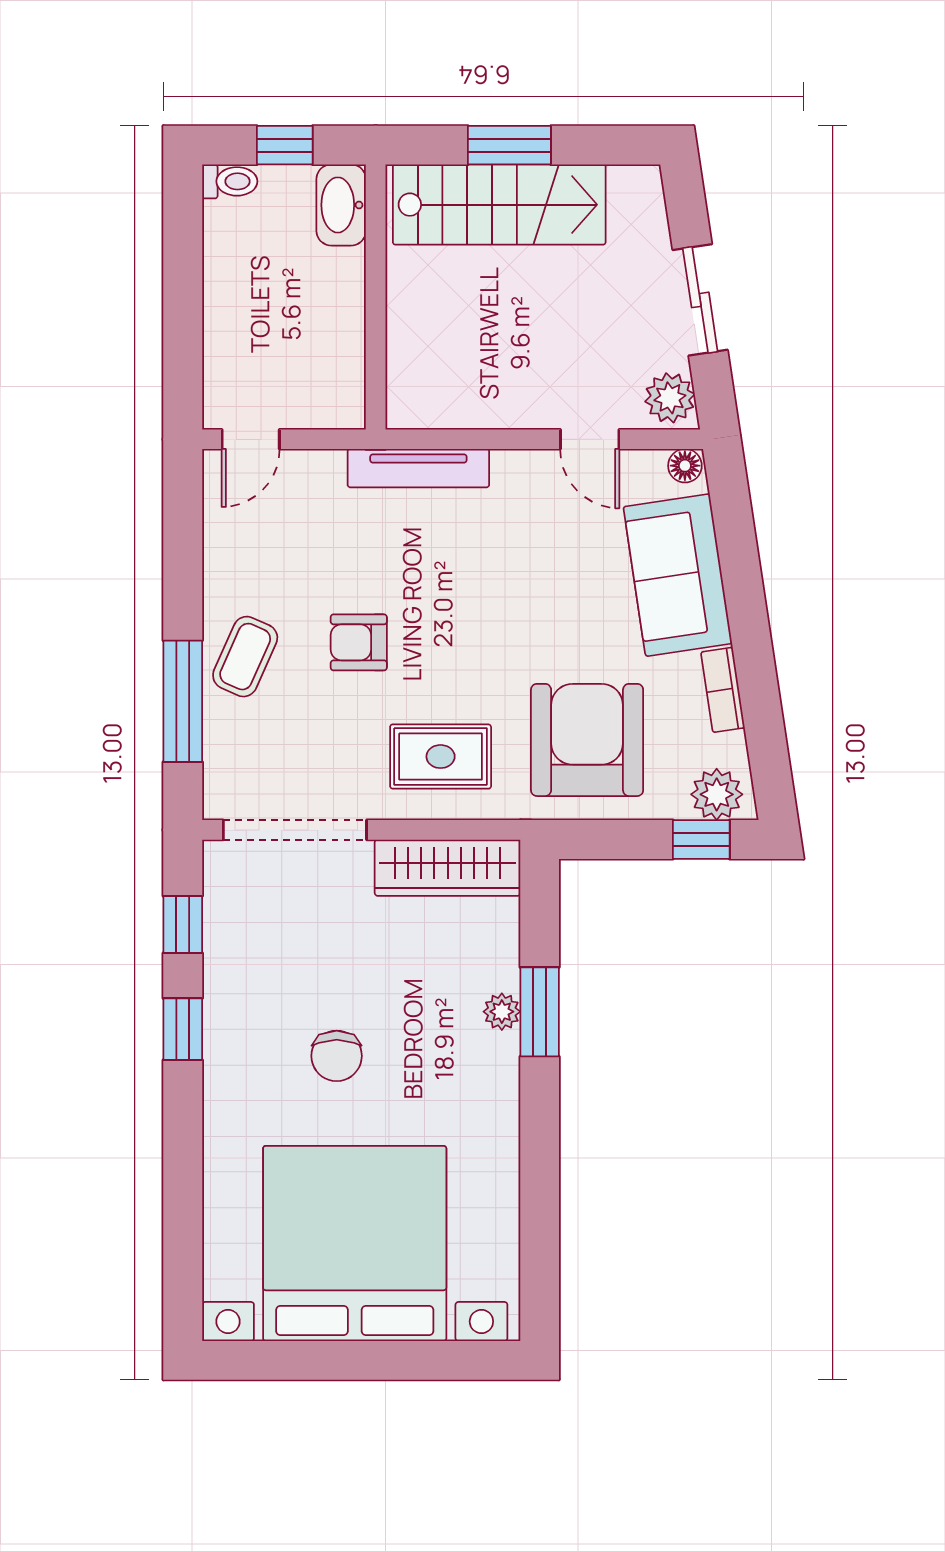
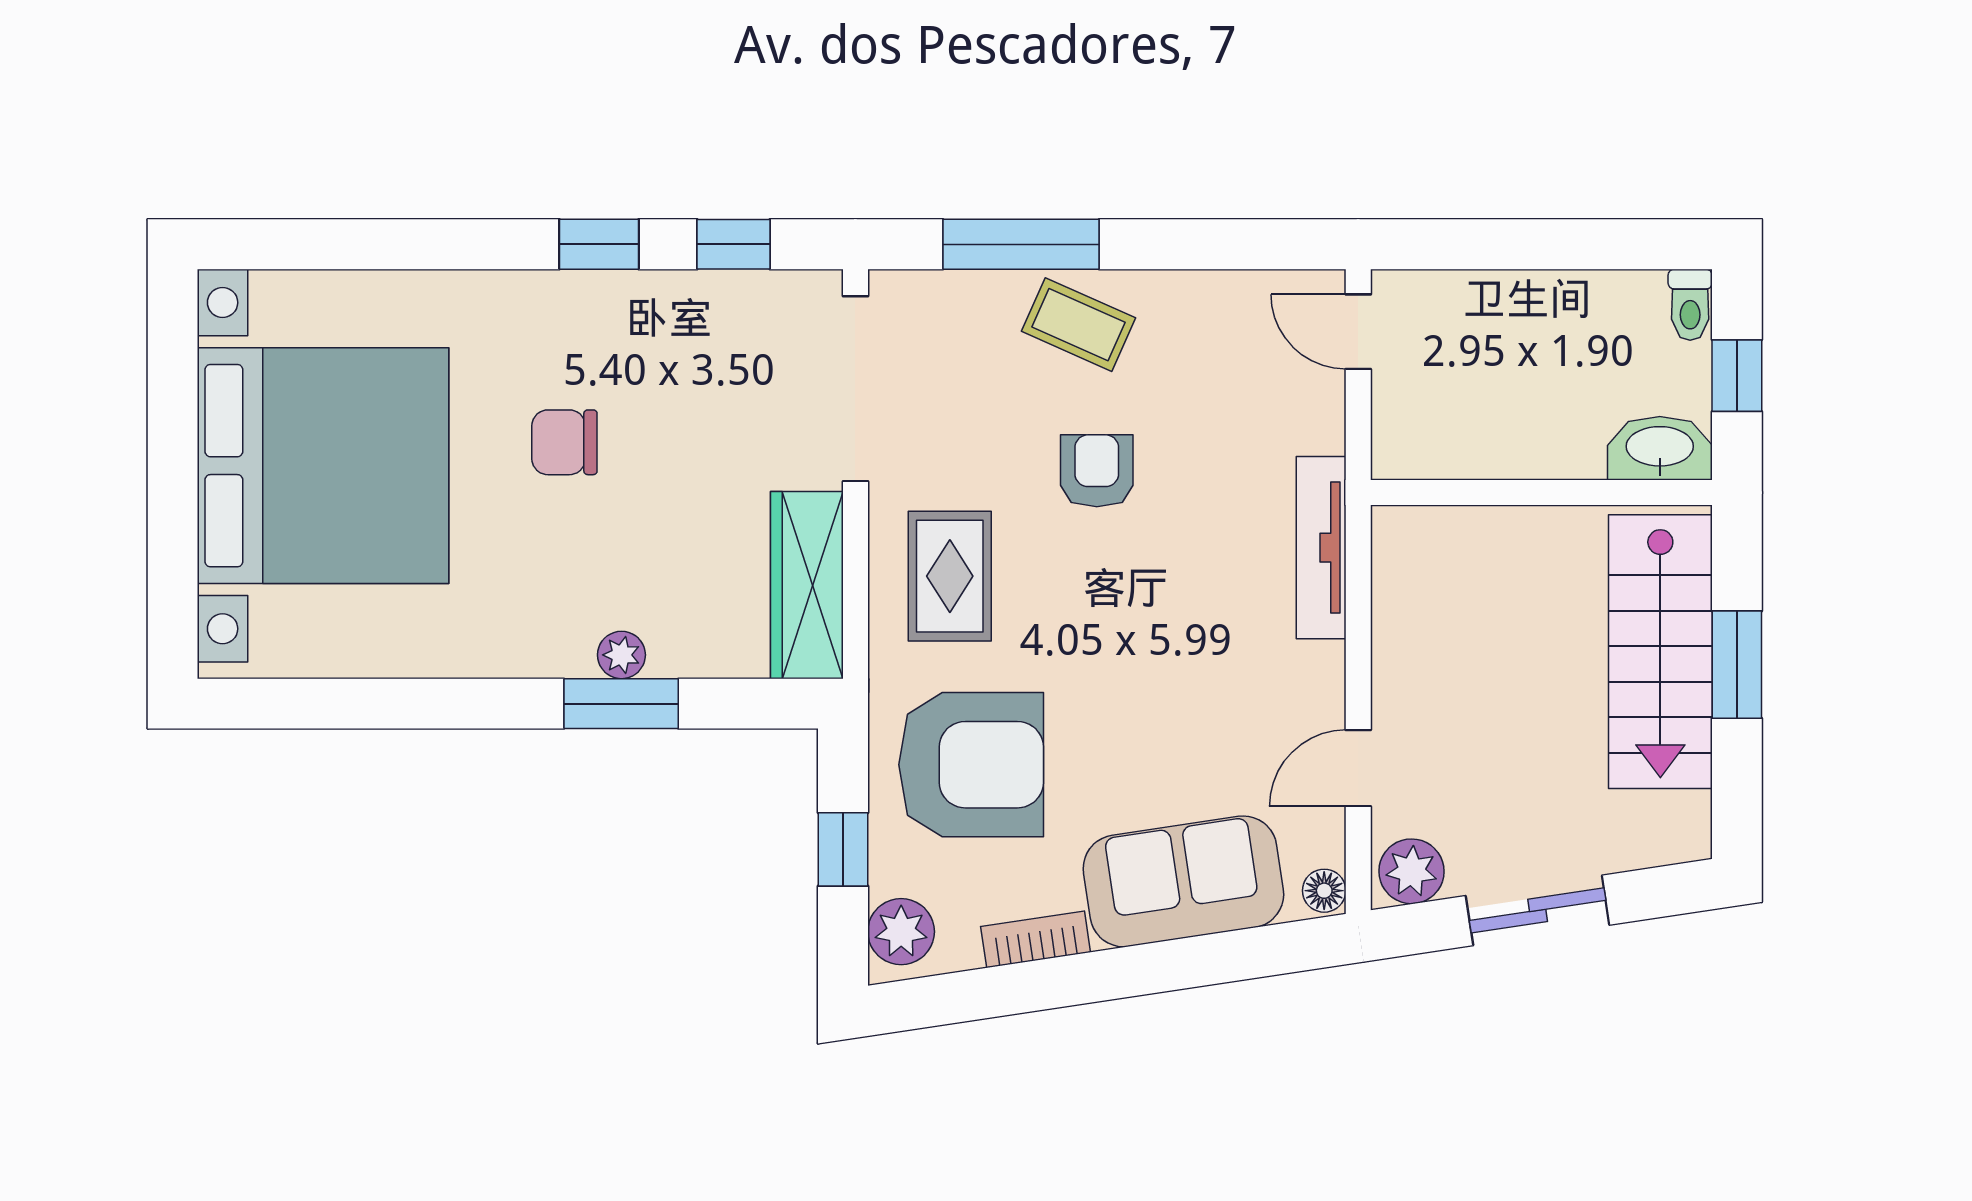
window: (701, 840) -> (843, 849), moved

